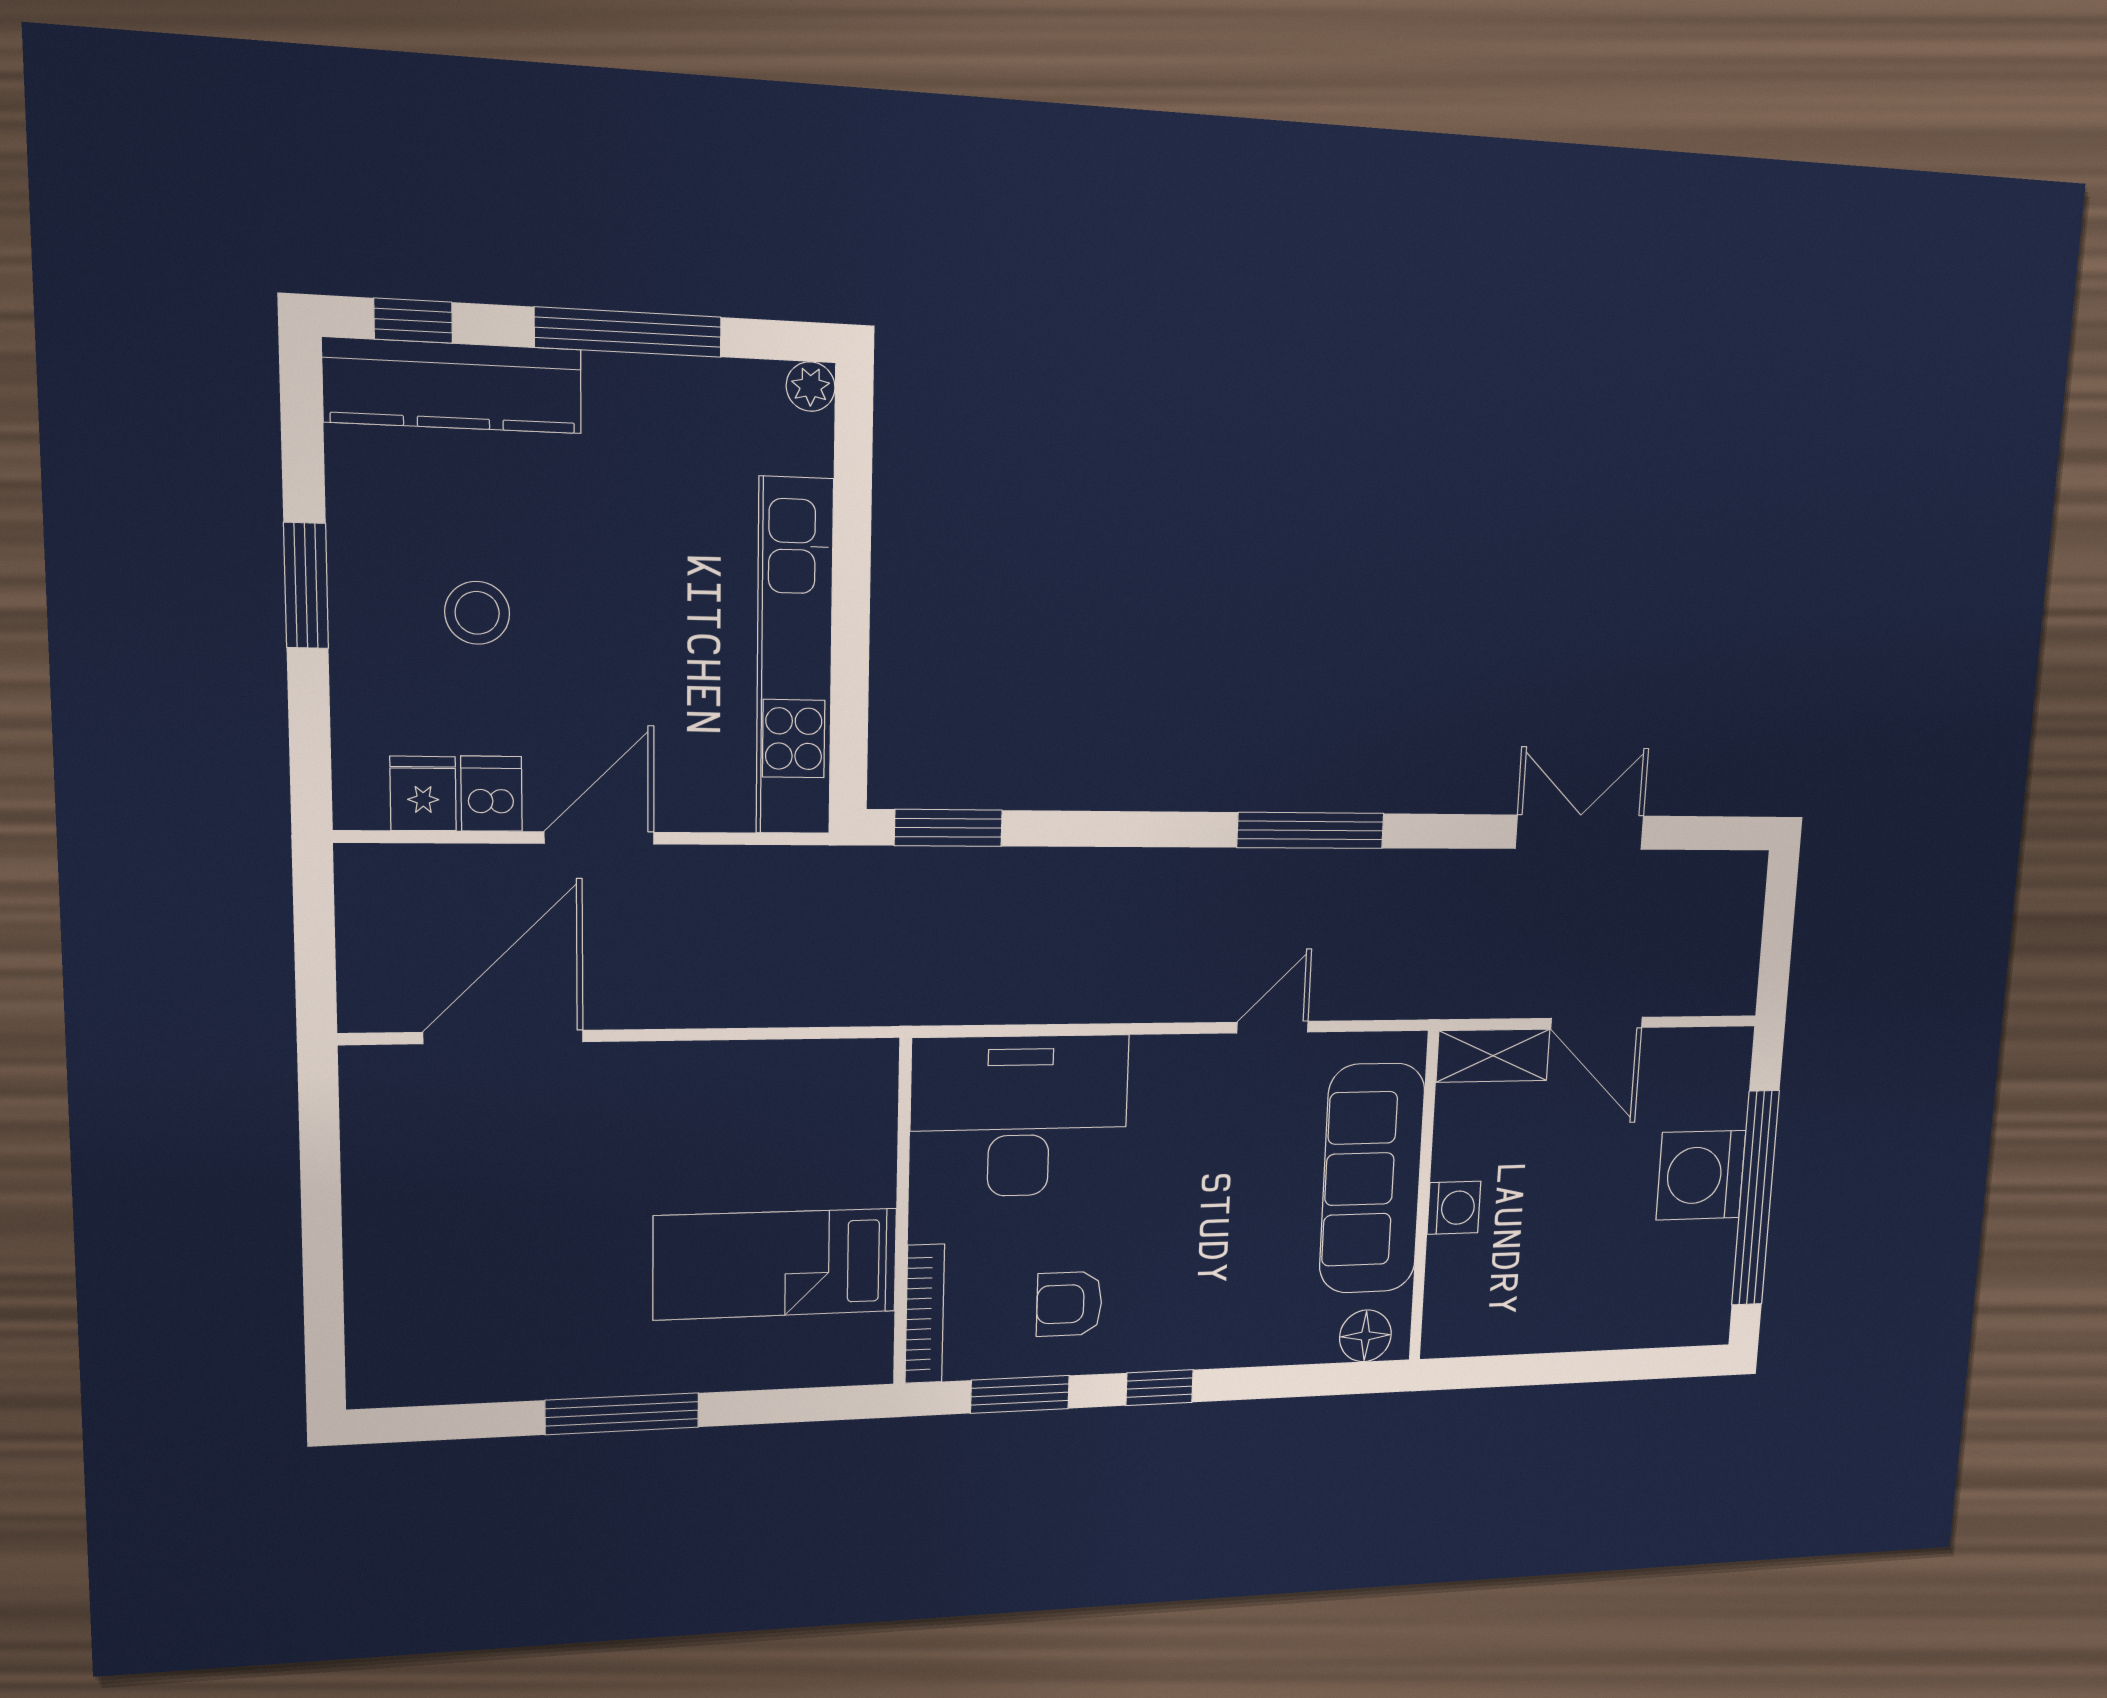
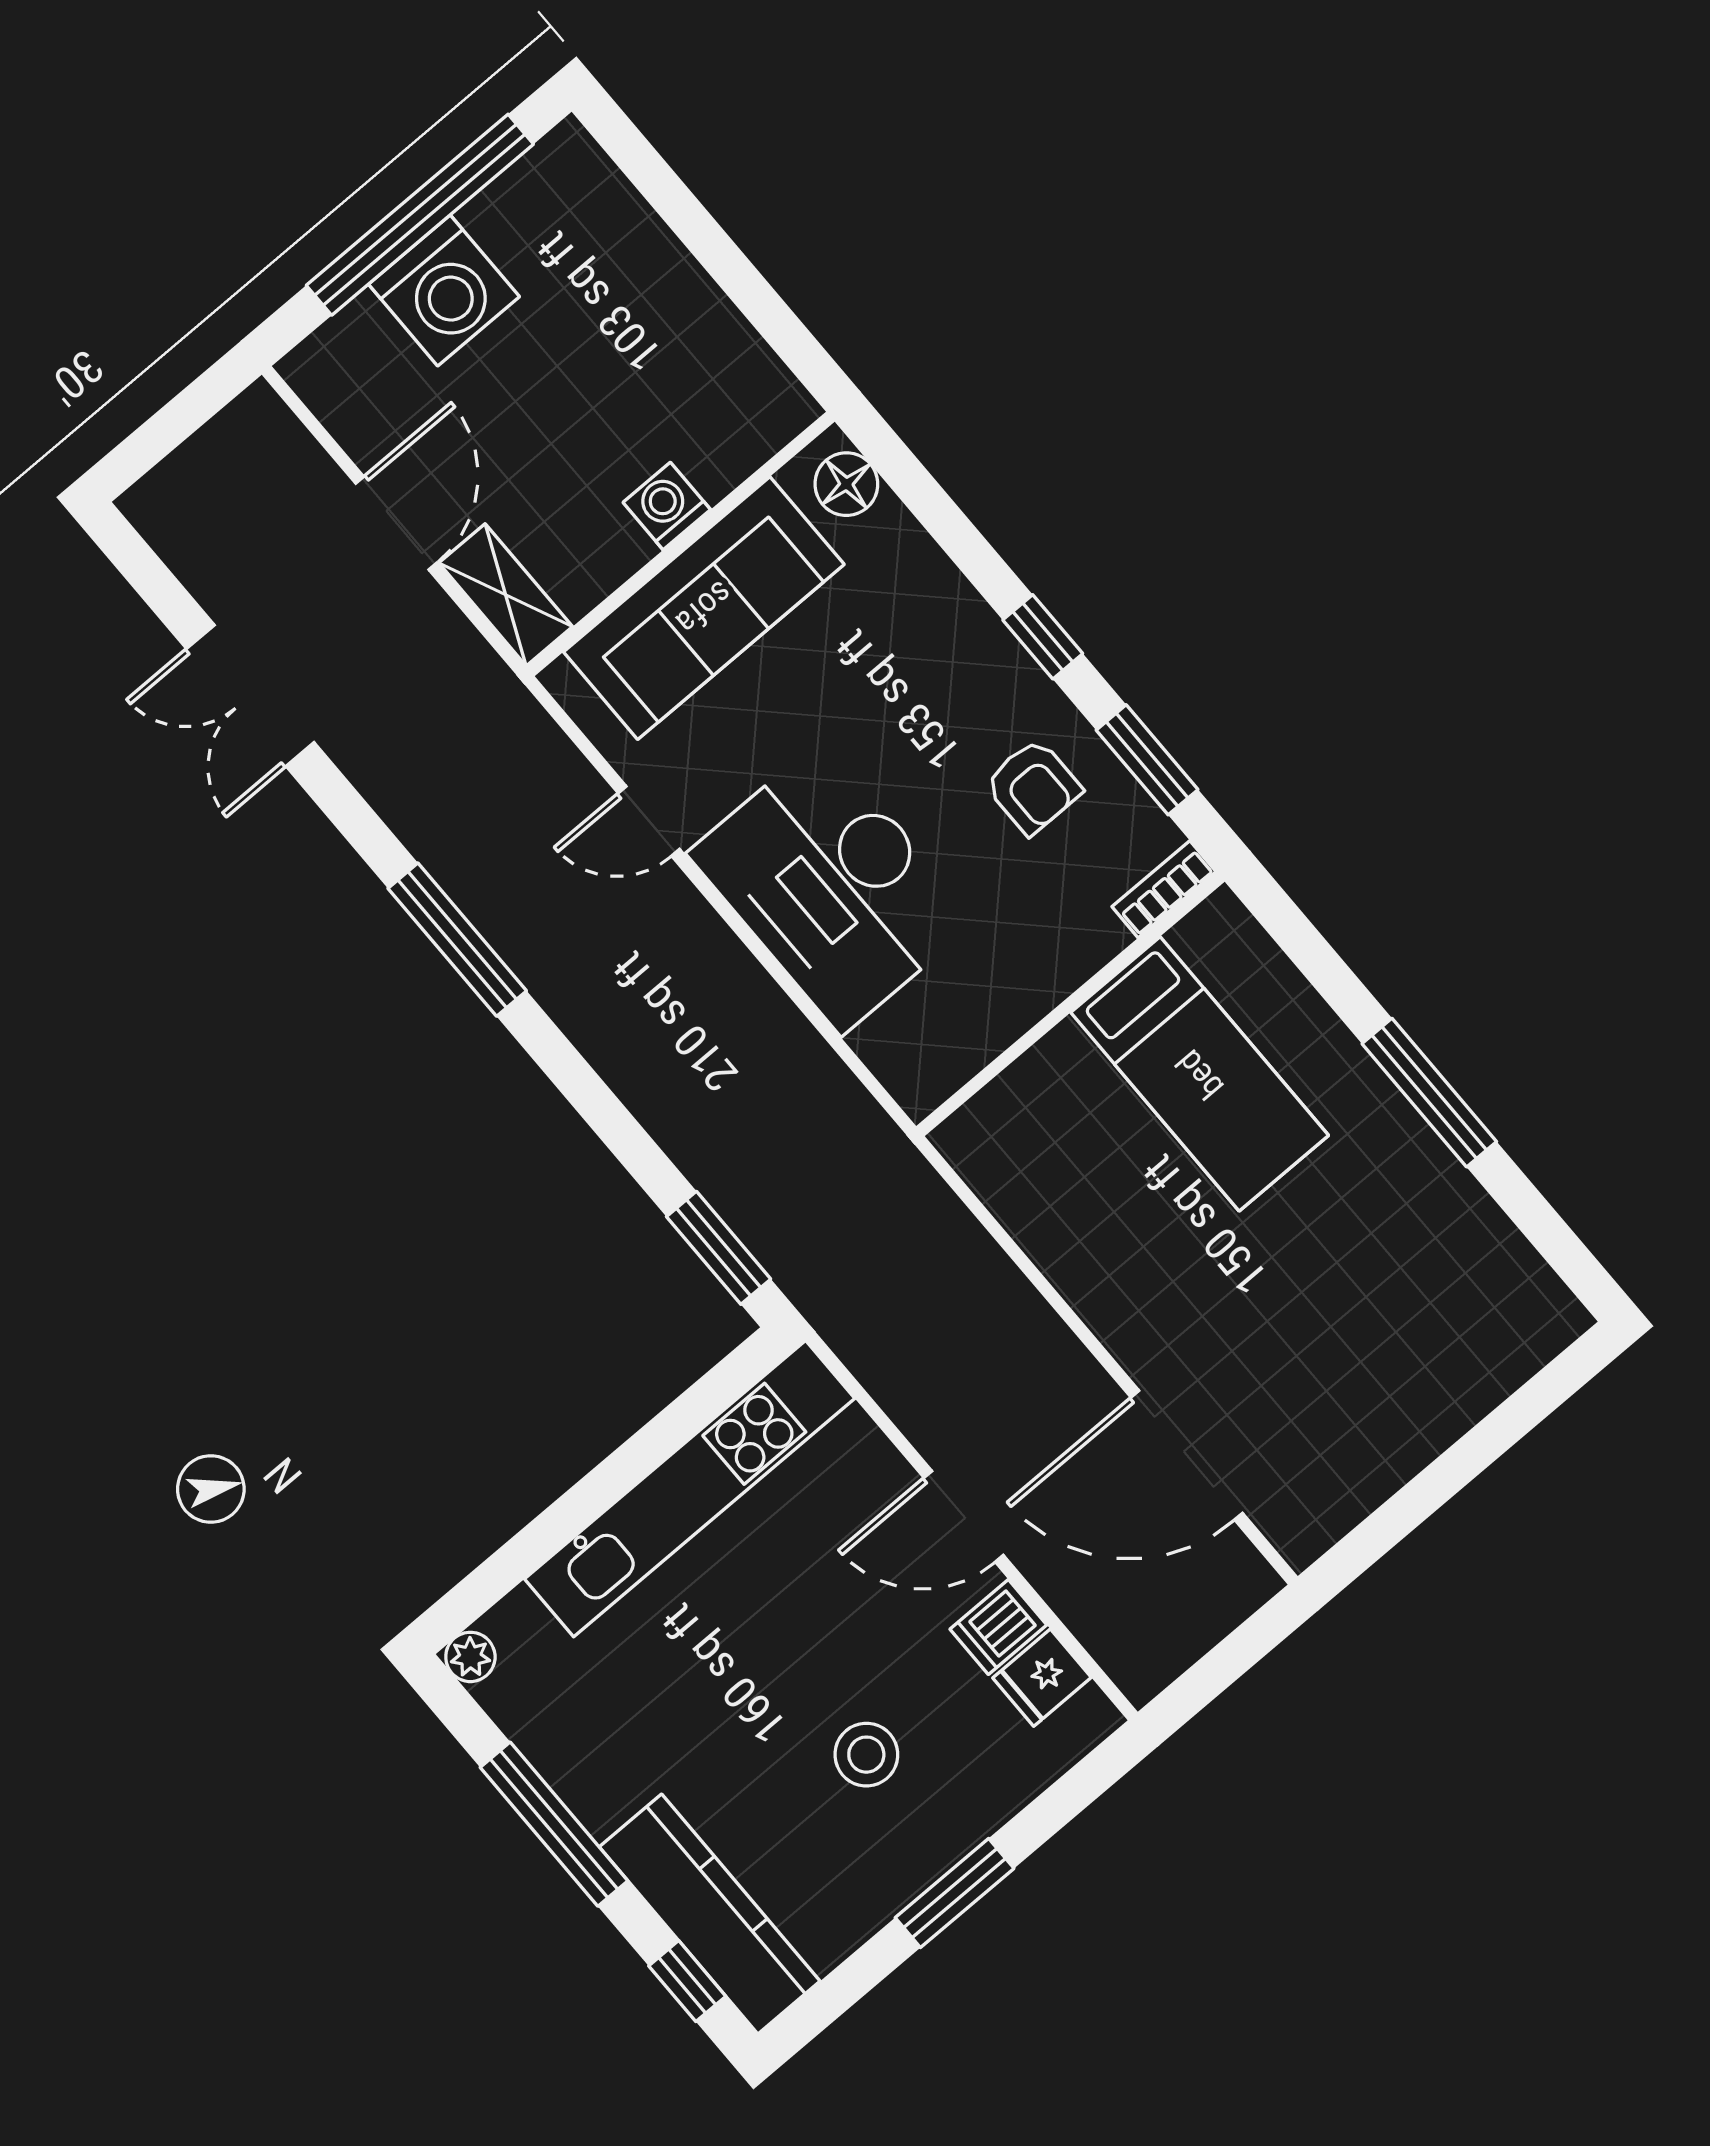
desk: (1019, 1116) -> (832, 887), moved
bookcase: (925, 1314) -> (1164, 889), width x0.64

